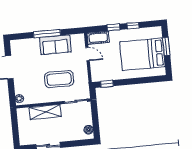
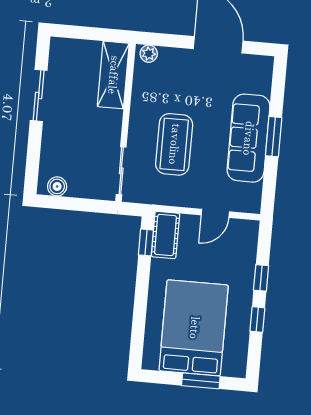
window: (47, 34) -> (274, 137), width x0.69
cot: (98, 38) -> (165, 235), moved
sofa: (55, 45) -> (248, 138), width x1.36
shelving: (45, 112) -> (113, 75), moved

